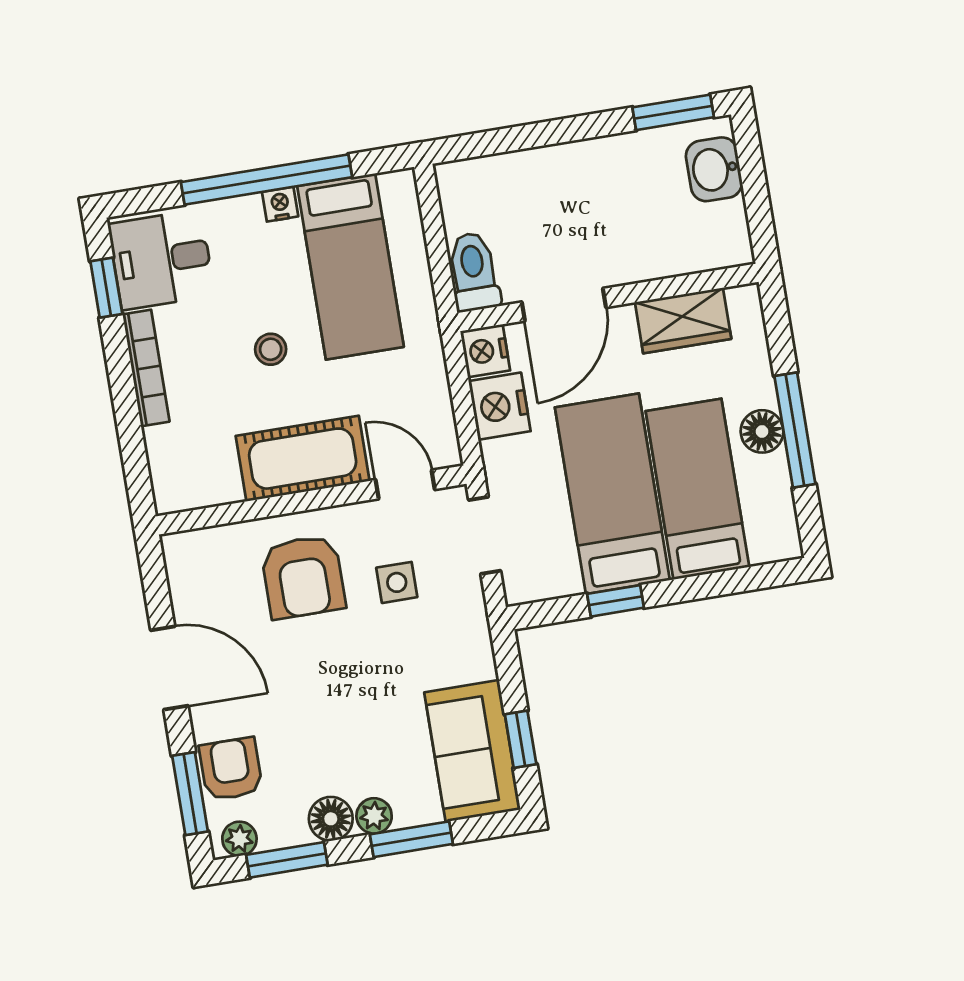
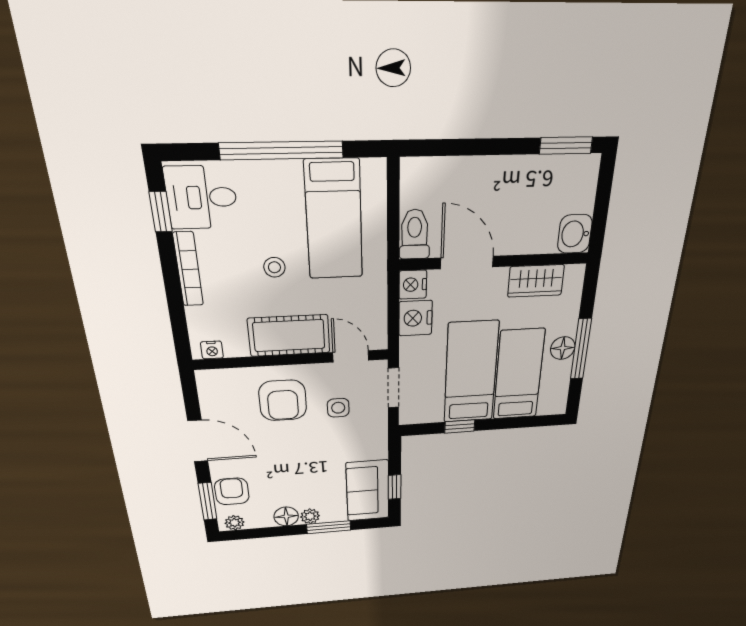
washbasin: (714, 169) -> (575, 234), moved
nightstand: (280, 204) -> (212, 350), moved, turned 180
door: (564, 305) -> (467, 262), swing flipped
window: (287, 860) -> (260, 533), removed

